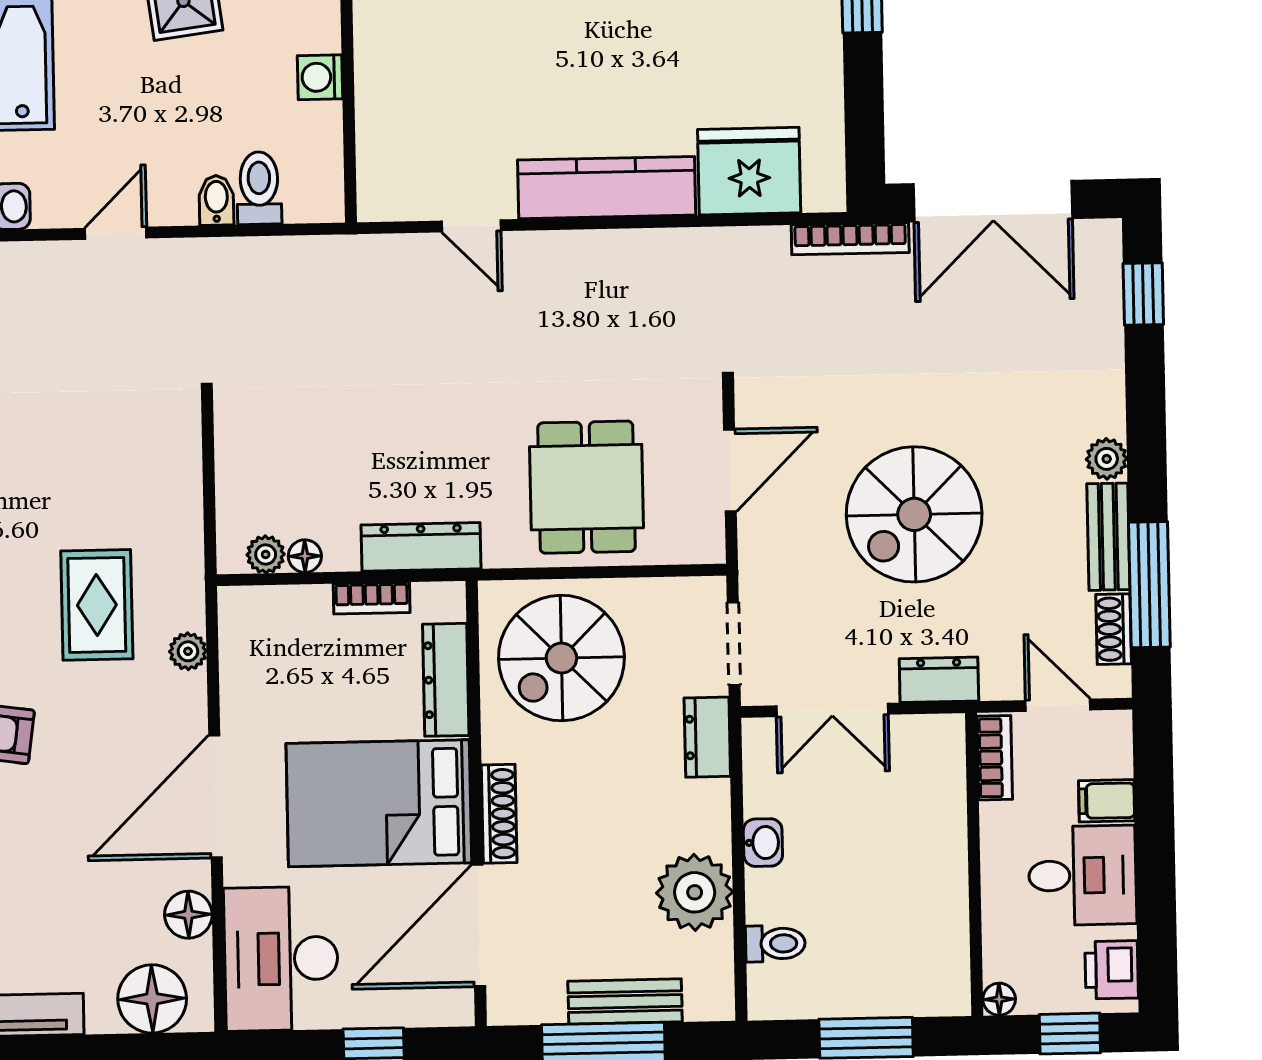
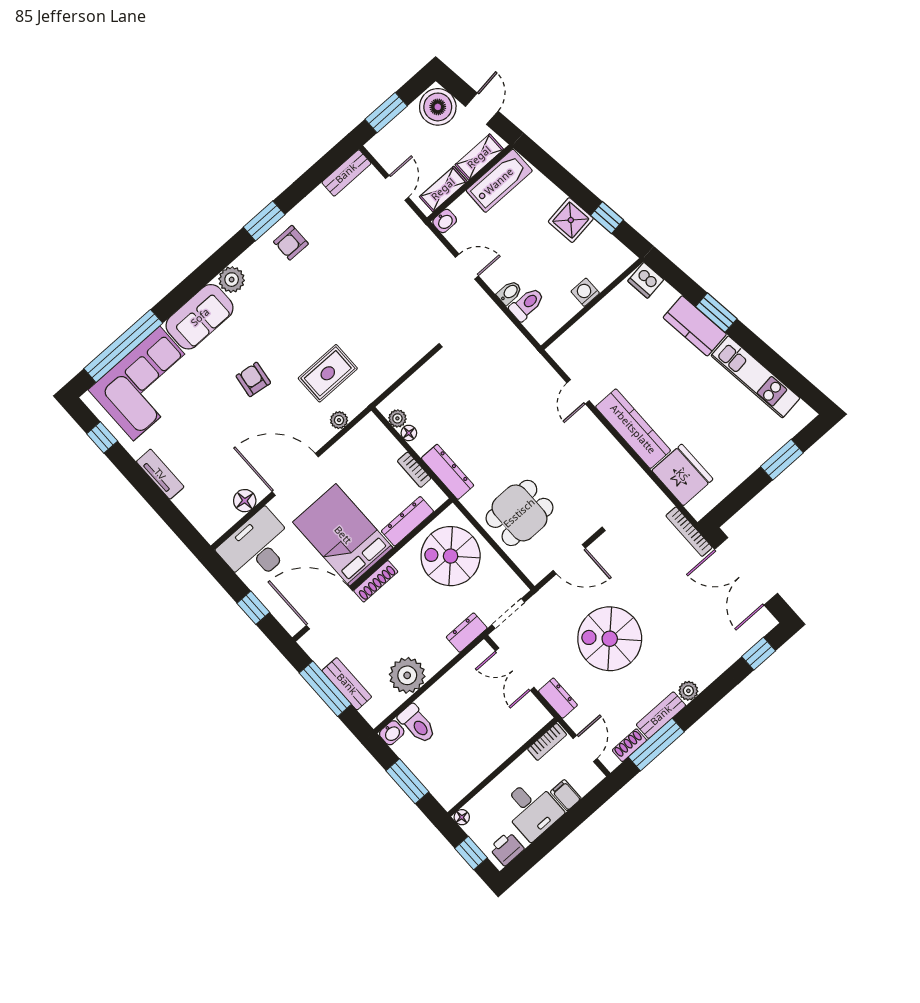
washbasin: (763, 843) -> (392, 733), moved
toilet: (775, 944) -> (417, 724), width x1.37, depth x1.39
floor lamp: (152, 999) -> (203, 513), removed

